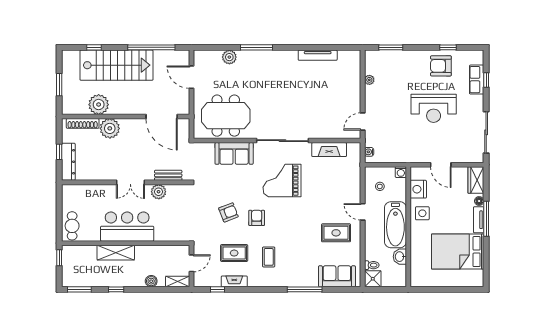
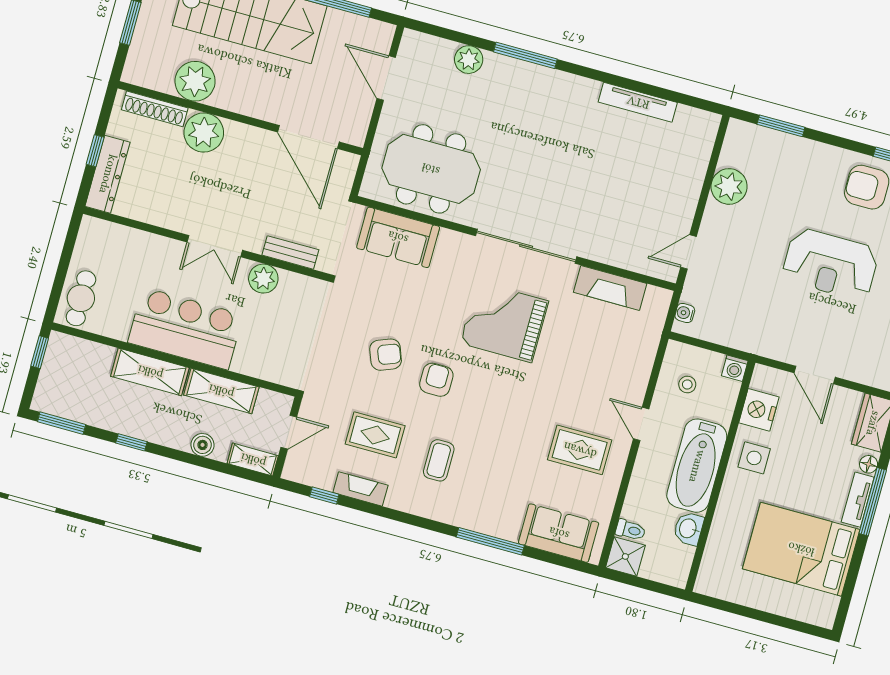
plant: (369, 80) -> (729, 186), width x1.88, depth x1.88
sofa: (234, 153) -> (398, 237), moved
shelving: (153, 252) -> (221, 391), added

